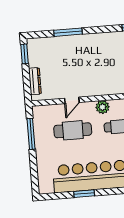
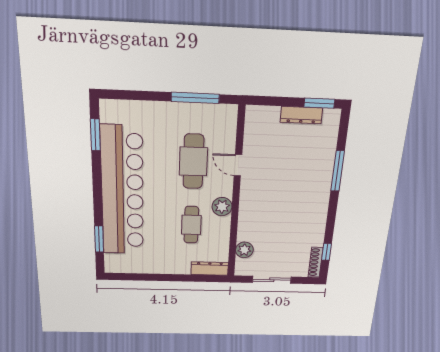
dresser: (35, 81) -> (301, 115), moved
window: (84, 194) -> (95, 135), moved

